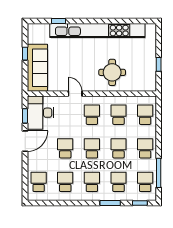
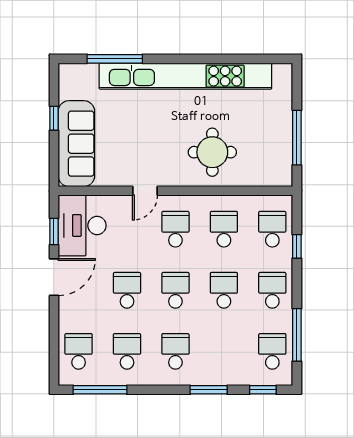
window: (59, 21) -> (115, 59), width x2.17
window: (159, 64) -> (297, 138), width x2.17
door: (75, 94) -> (145, 191), swing flipped
window: (159, 124) -> (297, 246), added
school desk: (119, 182) -> (224, 351), removed
window: (50, 203) -> (100, 390), added

